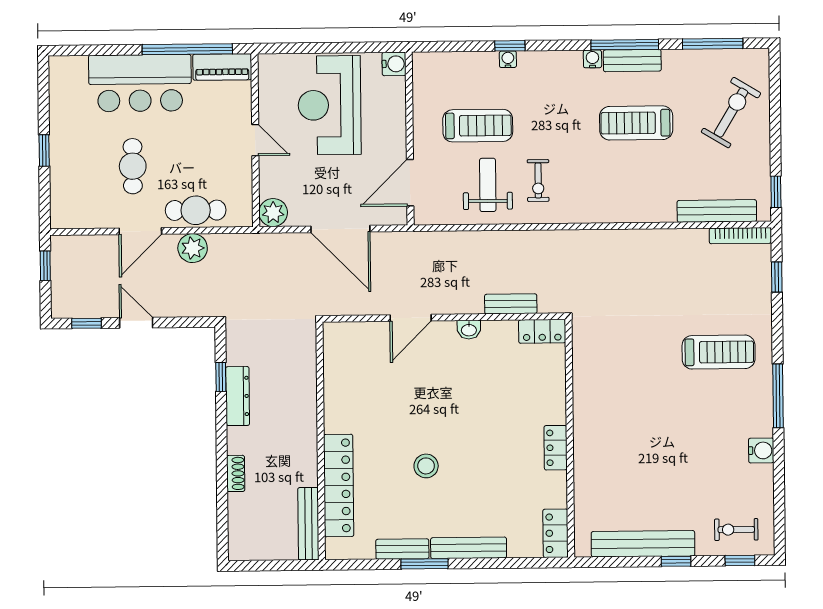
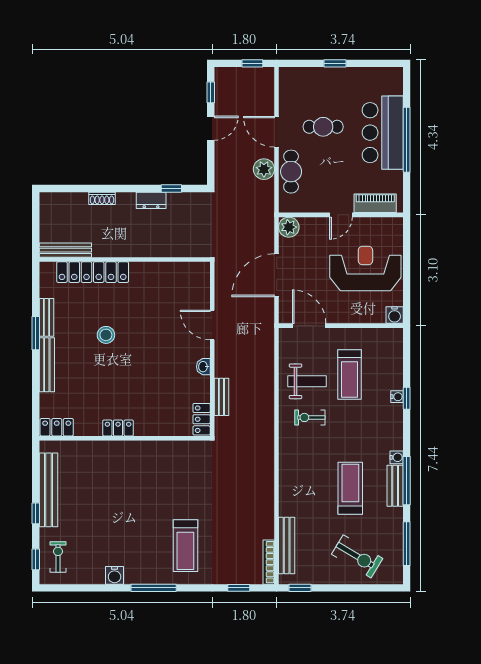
window: (187, 49) -> (407, 140), moved
piano: (222, 67) -> (375, 203), moved, turned 90
dresser: (238, 396) -> (151, 200), width x0.70

